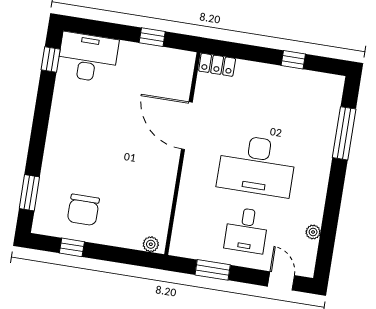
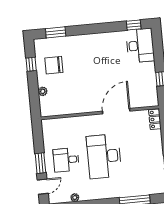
plant: (151, 244) -> (43, 91), moved
window: (213, 270) -> (40, 163), moved

